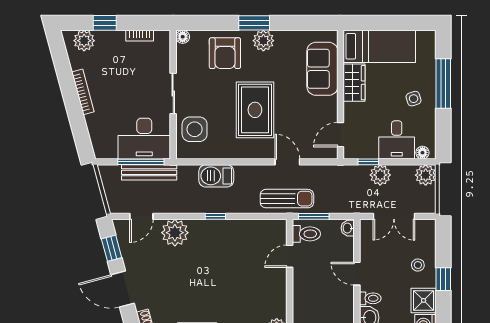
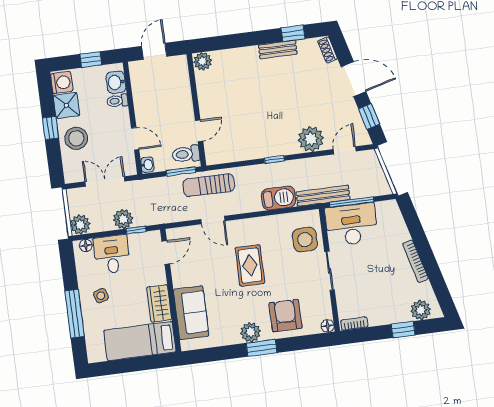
bookcase: (140, 36) -> (354, 324), moved
rug: (255, 110) -> (250, 265), width x0.73, depth x0.70
bench: (149, 172) -> (323, 196), moved
stool: (418, 265) -> (76, 138), width x1.89, depth x1.89
door: (357, 274) -> (135, 139), moved

